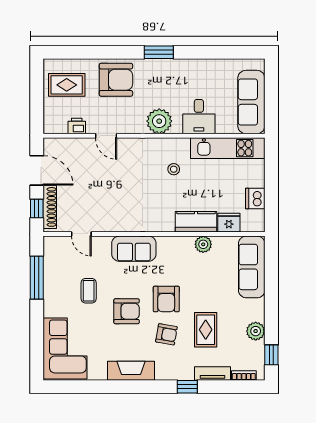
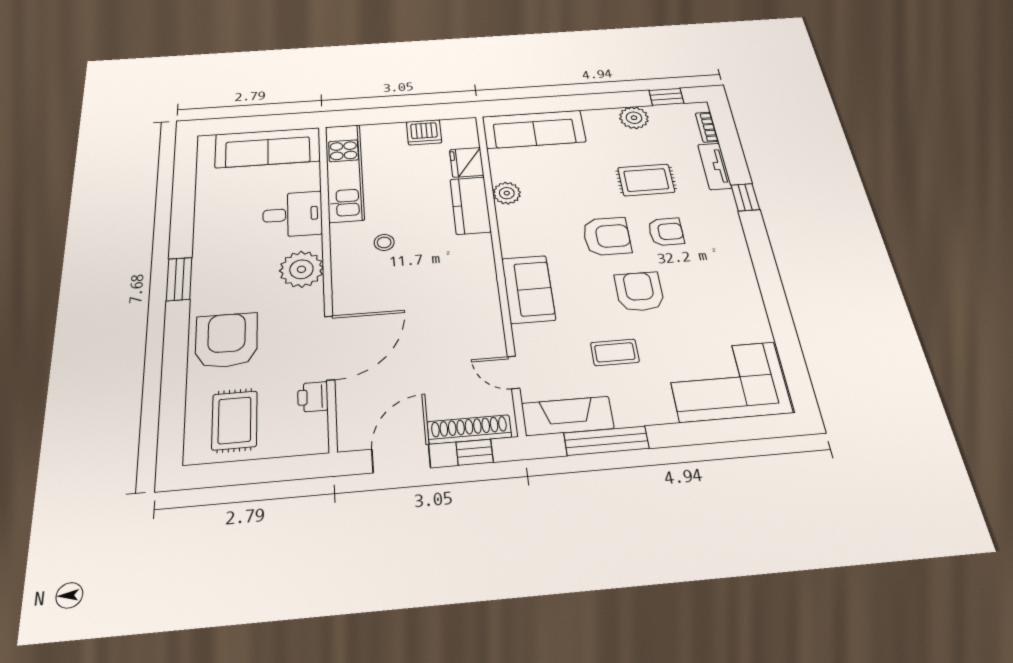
door: (106, 136) -> (330, 348), width x1.88
door: (81, 234) -> (514, 372), swing flipped
armchair: (166, 334) -> (666, 232), turned 80
fireplace: (131, 371) -> (567, 416), moved, turned 90

